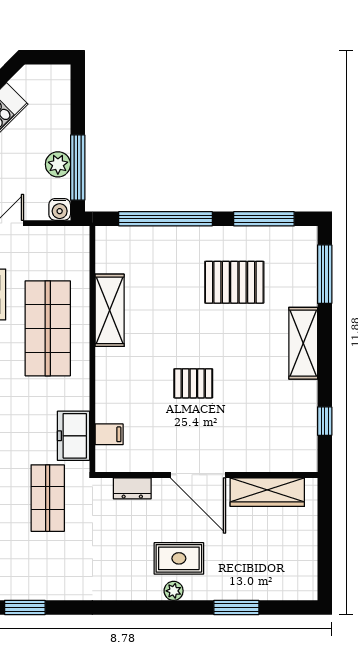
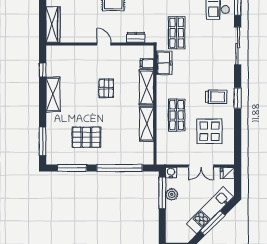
shop shelf: (48, 328) -> (177, 115), width x0.70, depth x0.74
shelving: (303, 343) -> (53, 94), moved
pallet: (193, 383) -> (106, 88), turned 90
shelving: (110, 385) -> (147, 87), added
door: (198, 475) -> (104, 44), width x0.53
wardrobe: (267, 492) -> (53, 25), moved, turned 90

